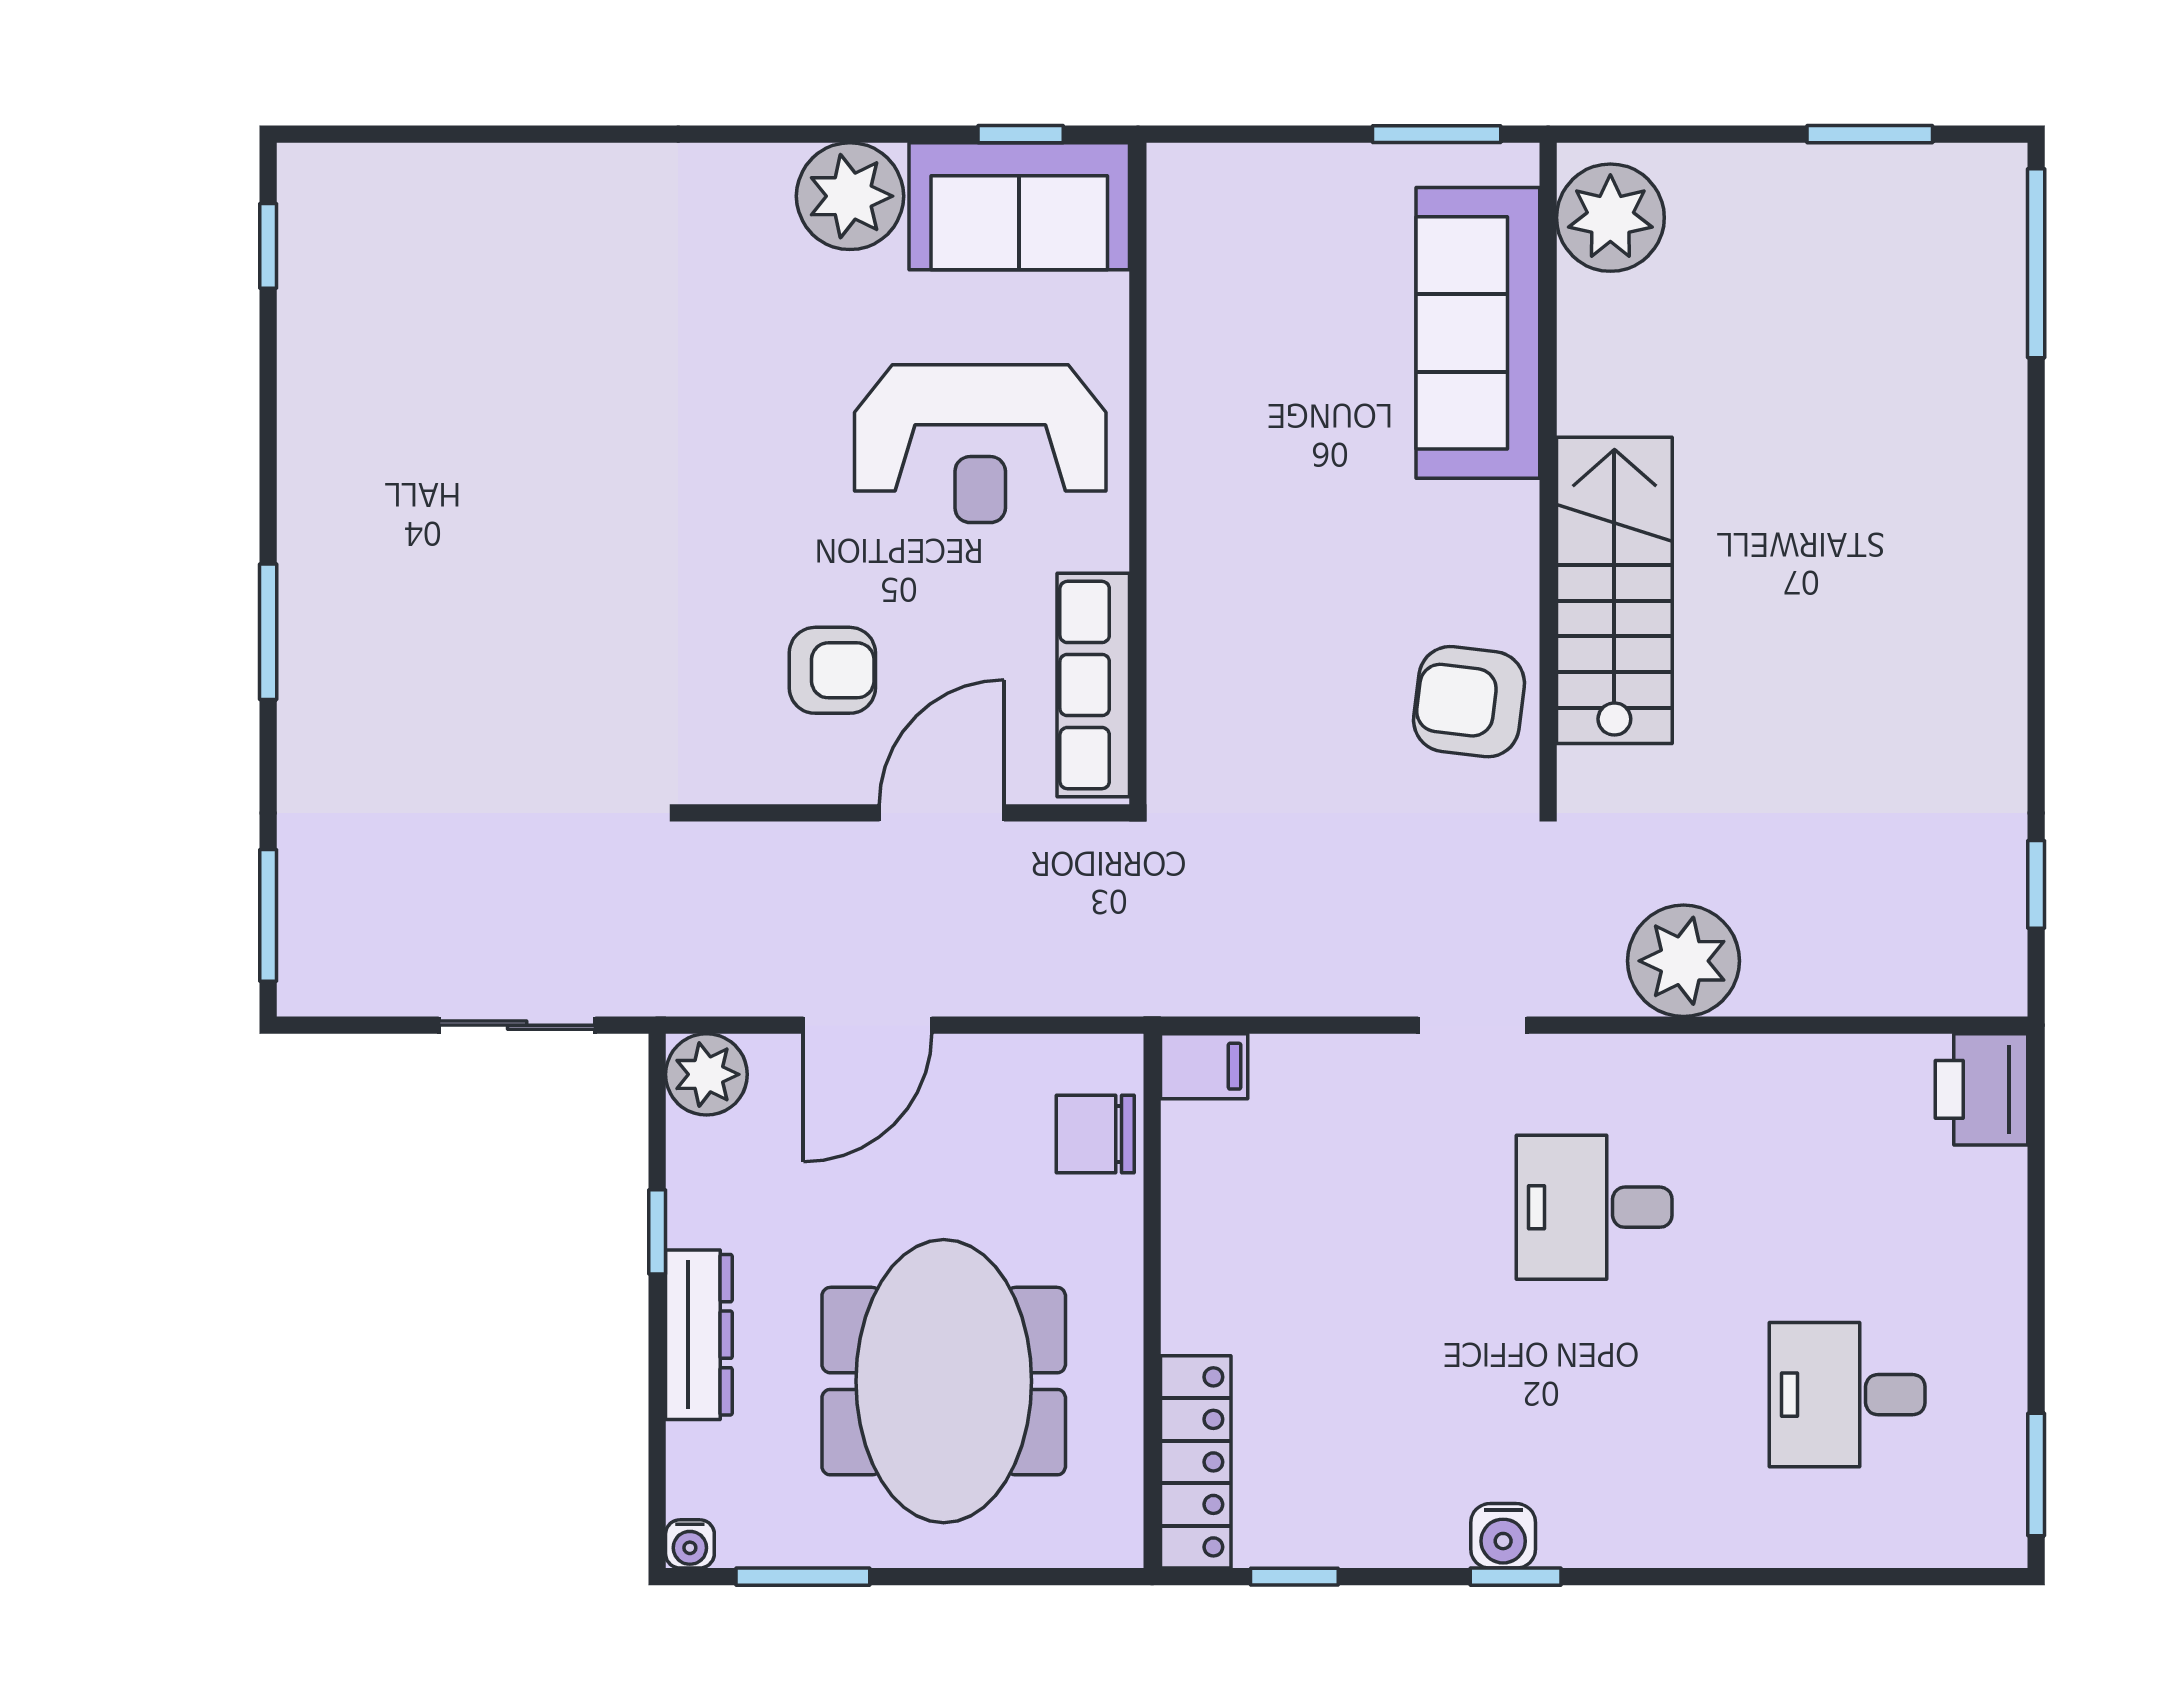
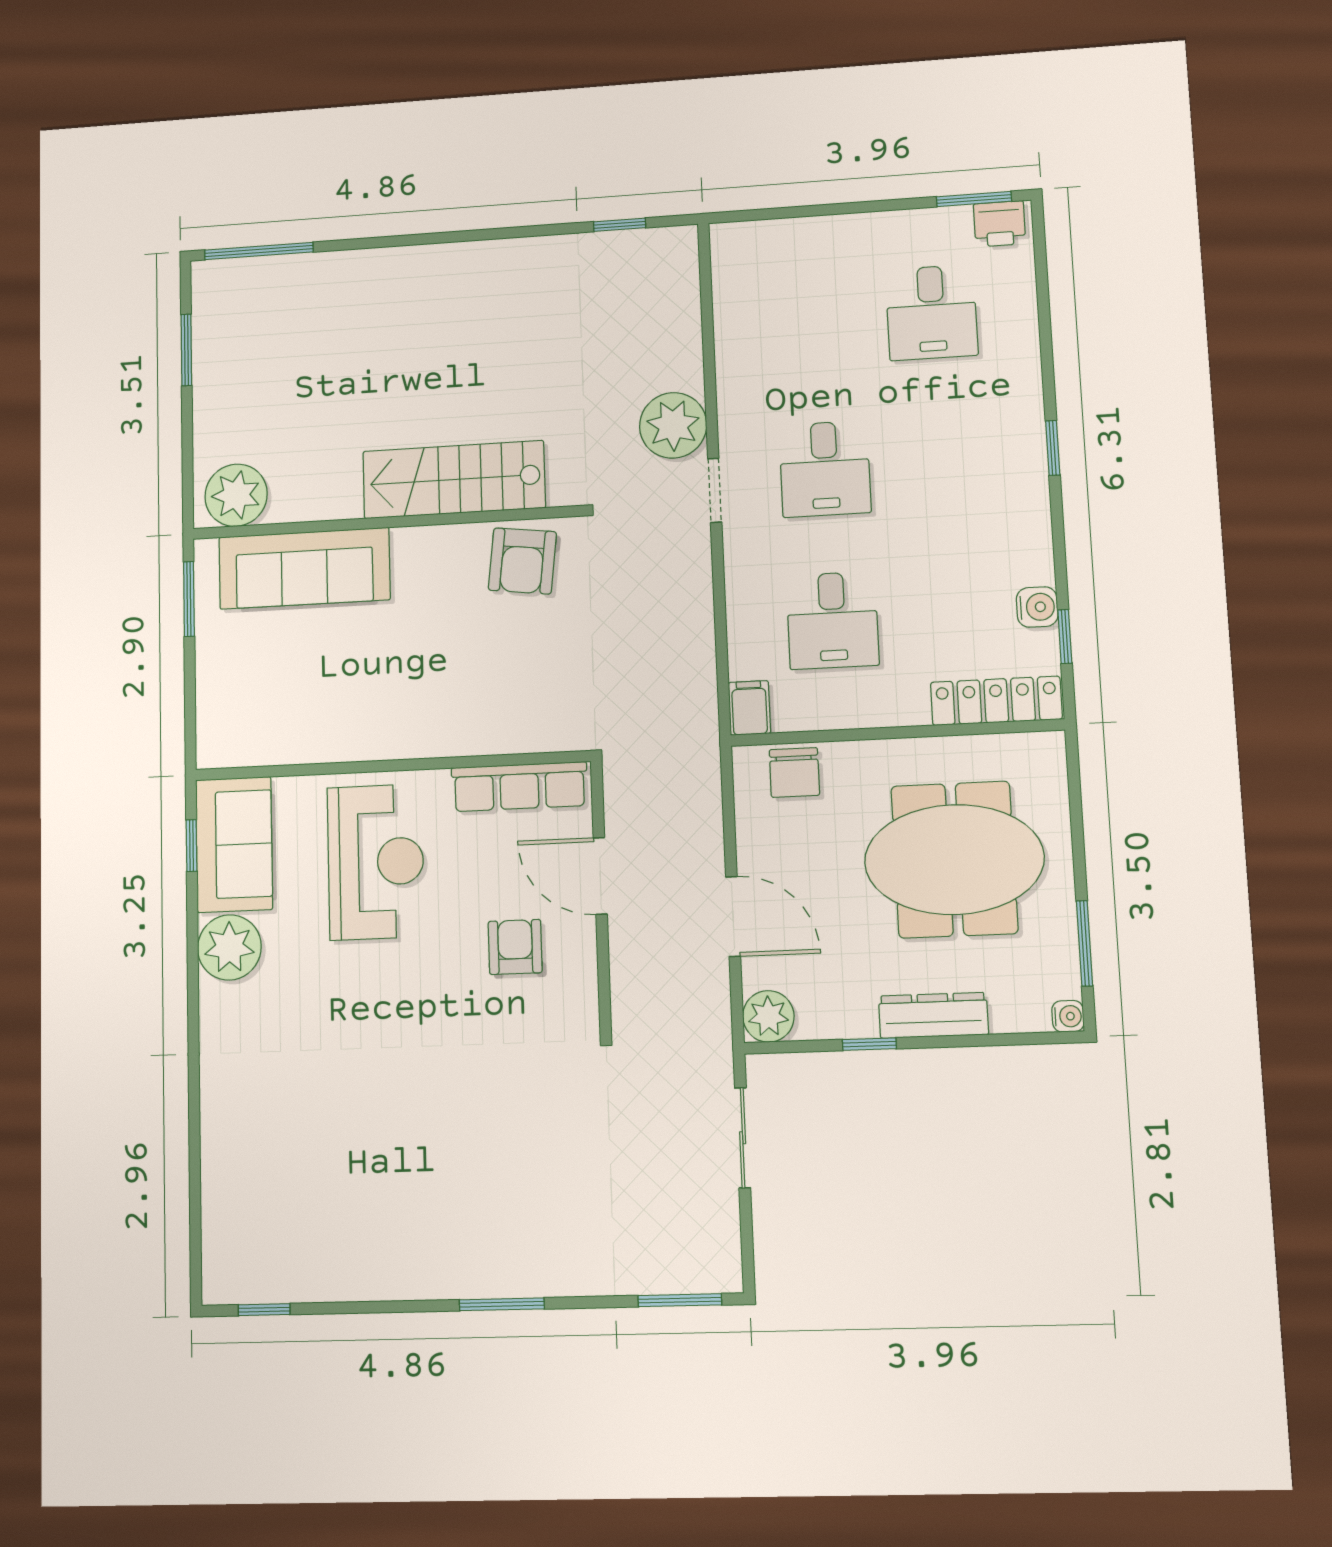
doorway: (1472, 1025) -> (715, 490), moved
printer: (1982, 1089) -> (1000, 224), moved, width x0.73, depth x0.81
desk: (1341, 1207) -> (832, 620), added
water cooler: (1503, 1536) -> (1037, 607), moved
window: (1516, 1577) -> (1053, 448), moved

